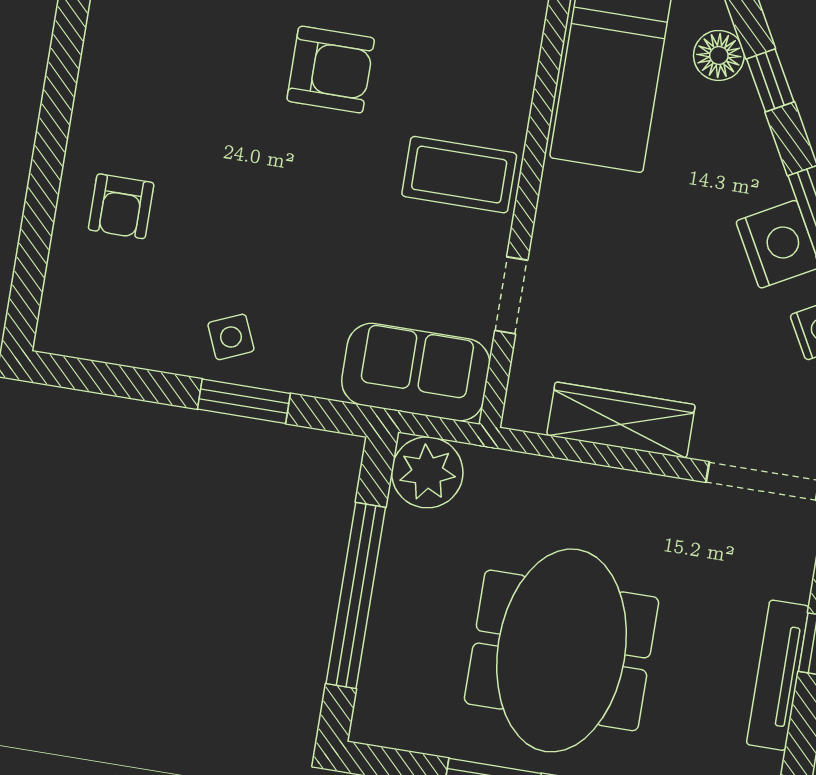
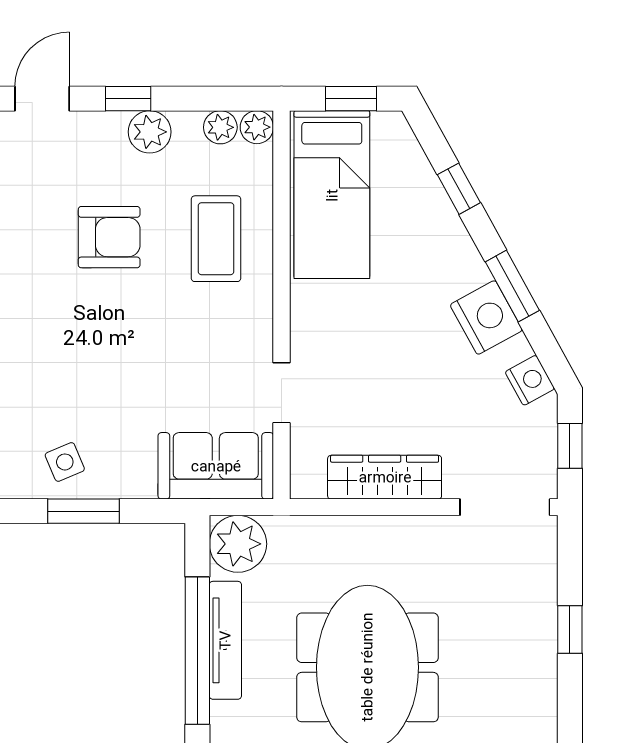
floor lamp: (719, 55) -> (415, 176), removed
coffee table: (459, 175) -> (216, 239), moved, turned 90
tv unit: (778, 675) -> (225, 640), moved, turned 180

